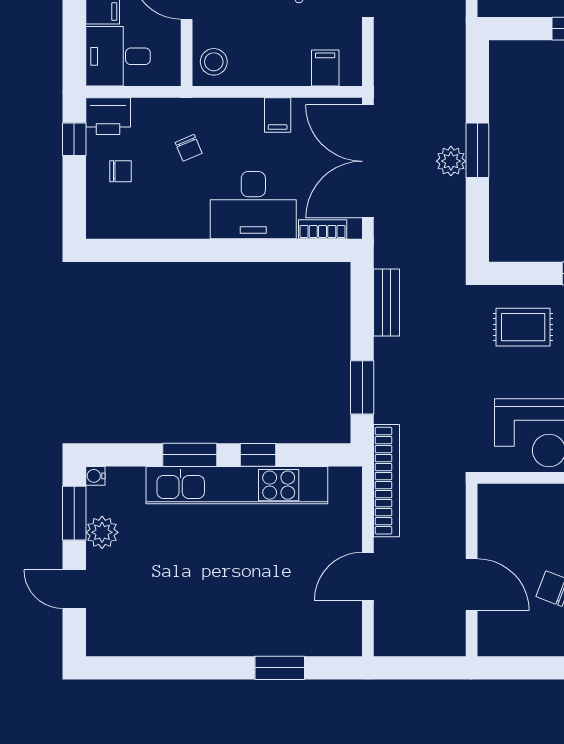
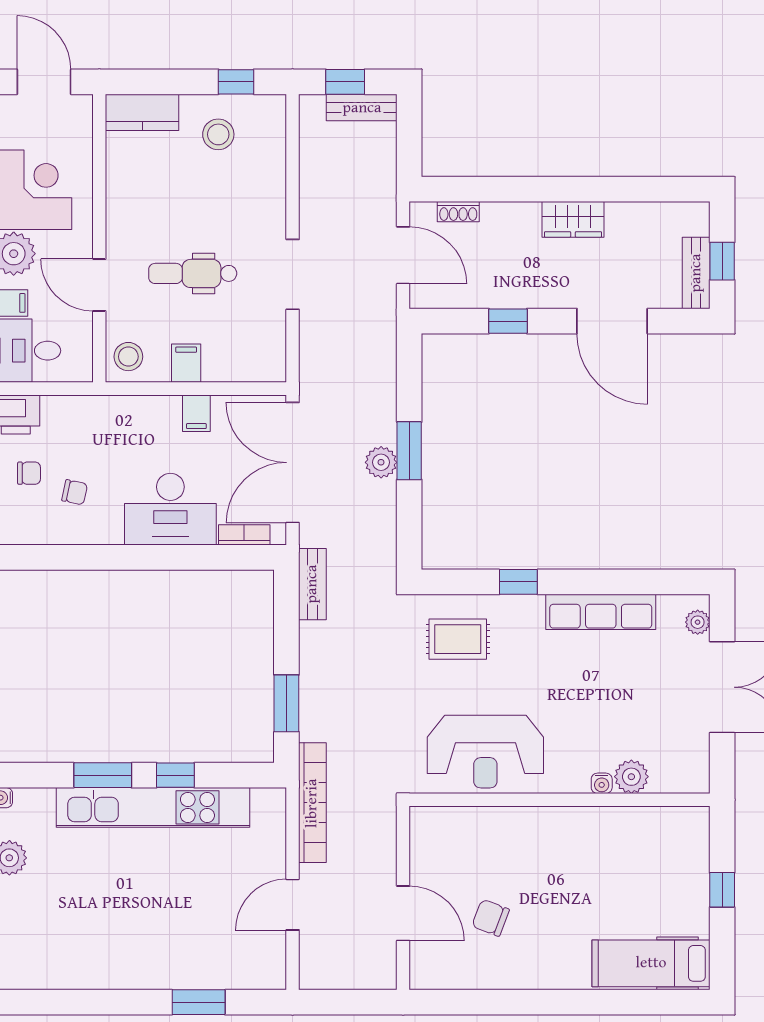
filing cabinet: (325, 68) -> (186, 363), moved
chair: (189, 148) -> (75, 492), moved, turned -55
bench: (387, 302) -> (312, 584), moved

